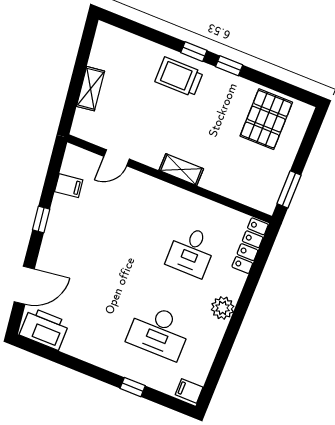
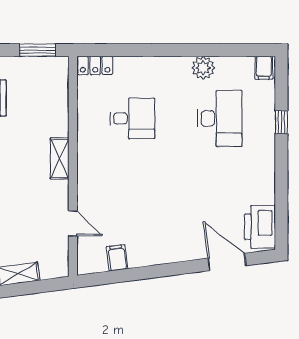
window: (41, 220) -> (159, 271), removed
locker: (250, 246) -> (95, 65), width x0.66
plant: (223, 308) -> (203, 68), moved

